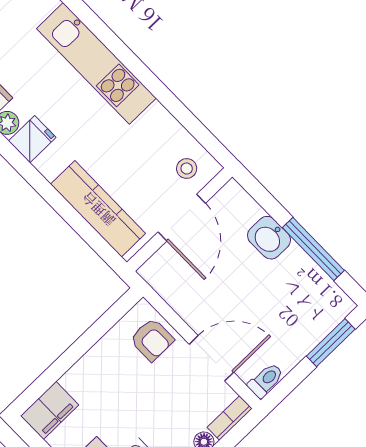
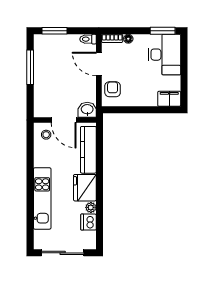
fridge: (32, 139) -> (85, 188), width x1.88, depth x1.34
door: (182, 218) -> (64, 120), swing flipped
washbasin: (269, 238) -> (87, 110), moved, turned -90

